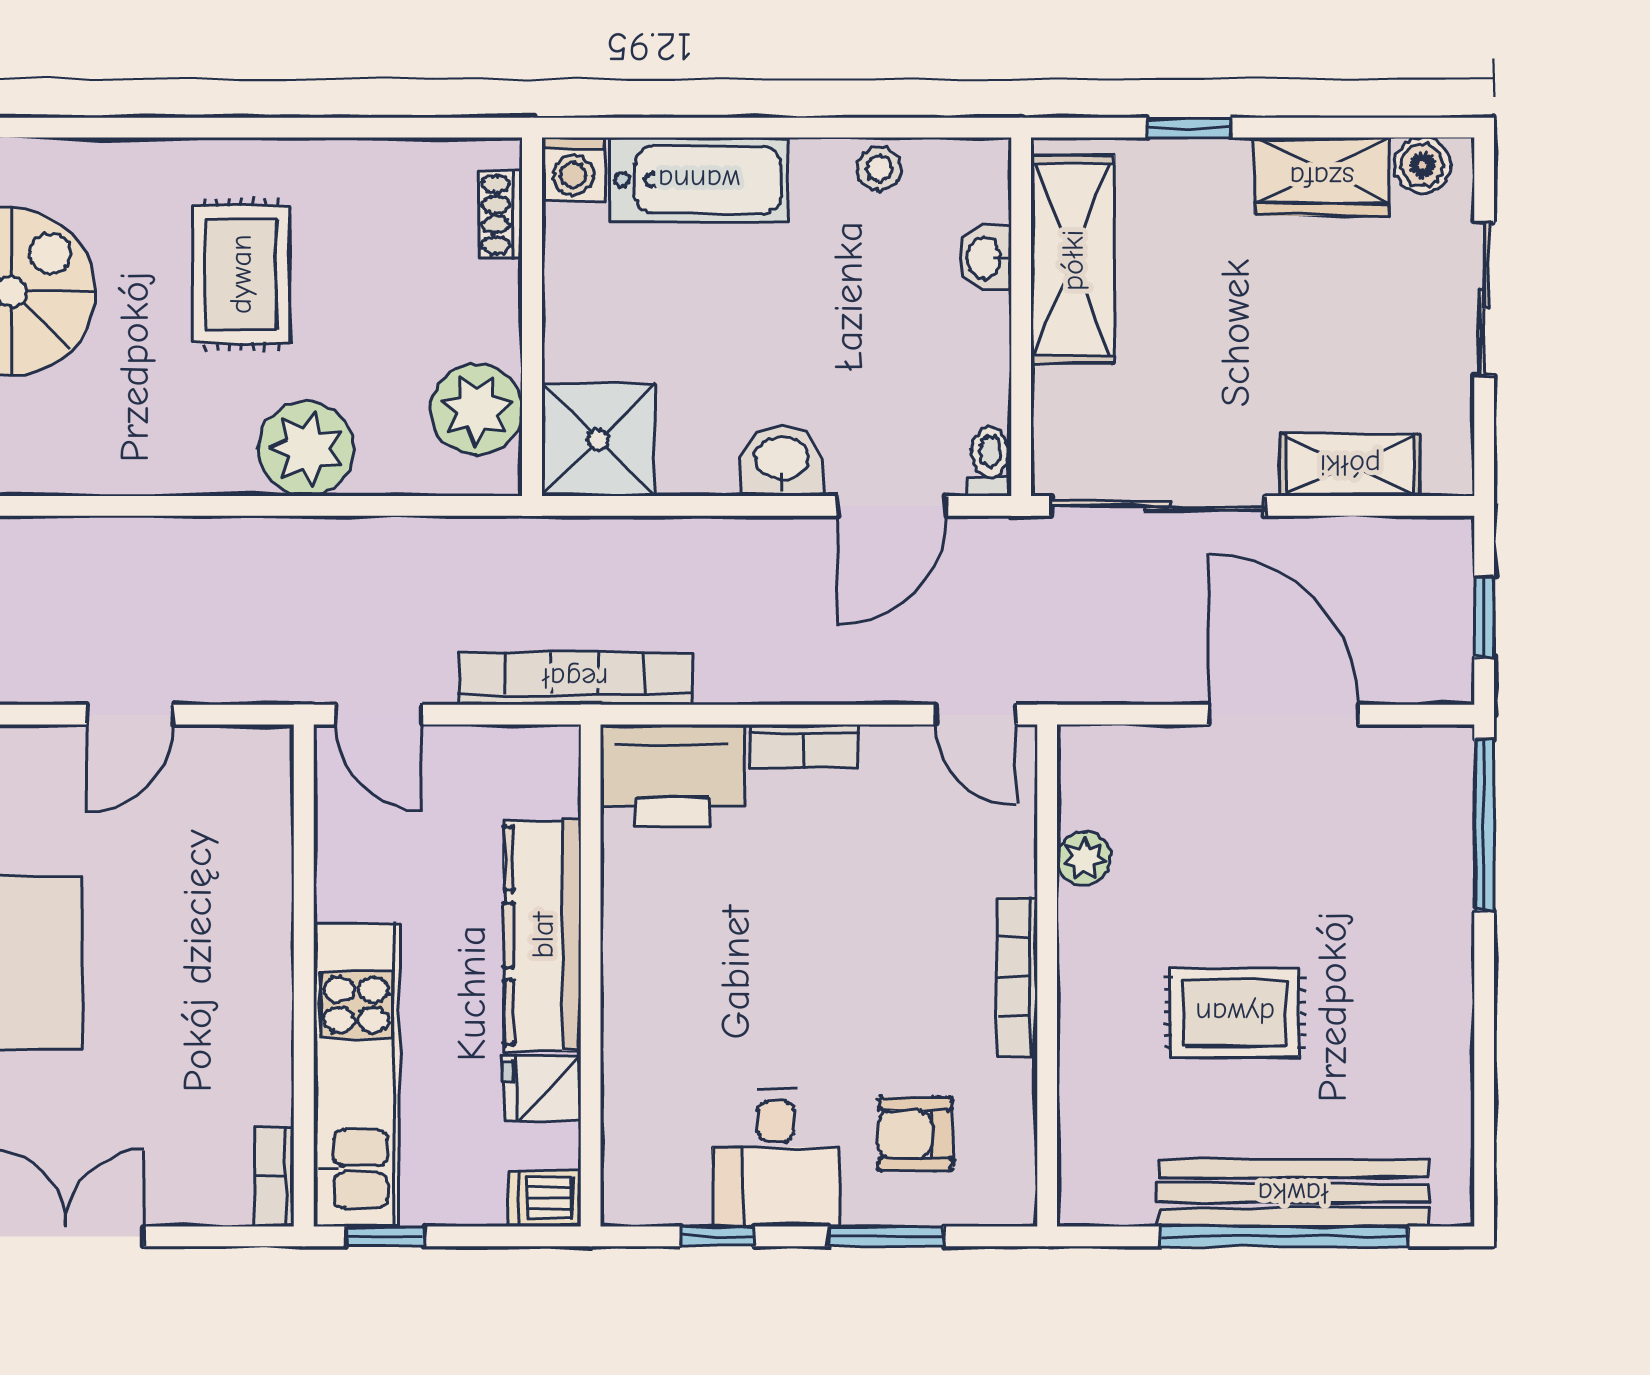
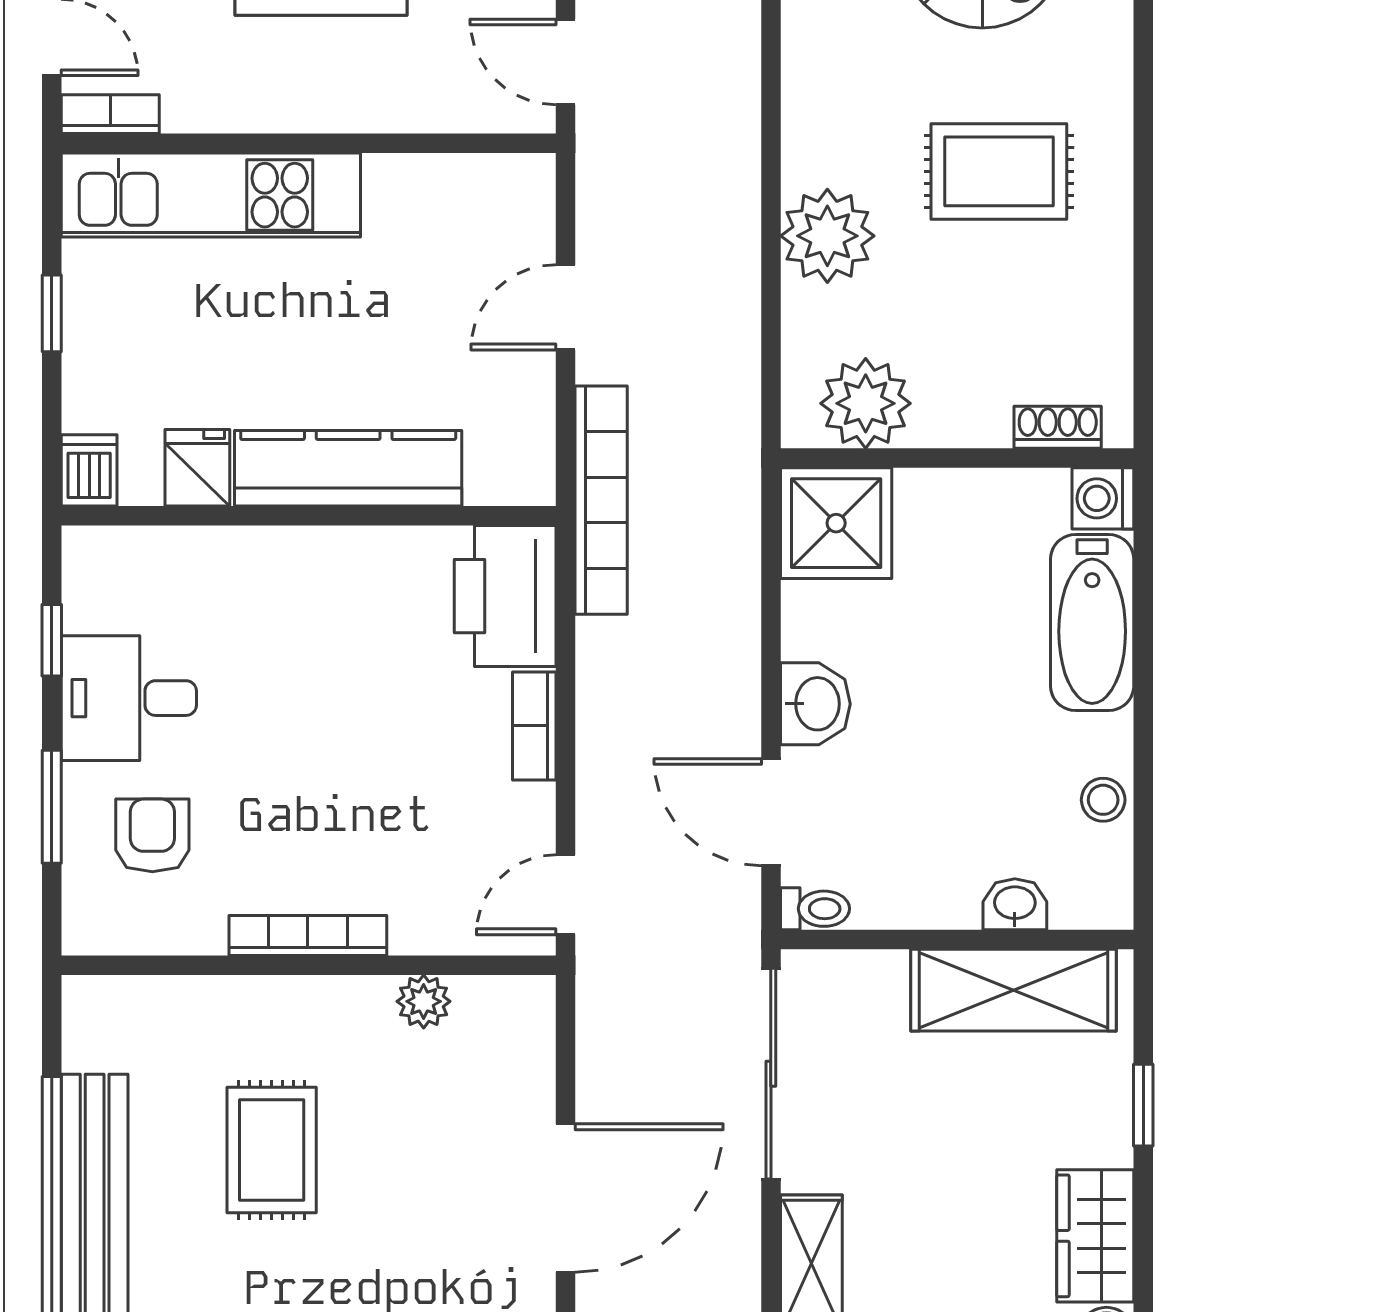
wall: (304, 975) -> (309, 143), moved
kitchen unit: (356, 1075) -> (211, 195), moved
bookcase: (274, 1177) -> (110, 114), moved

